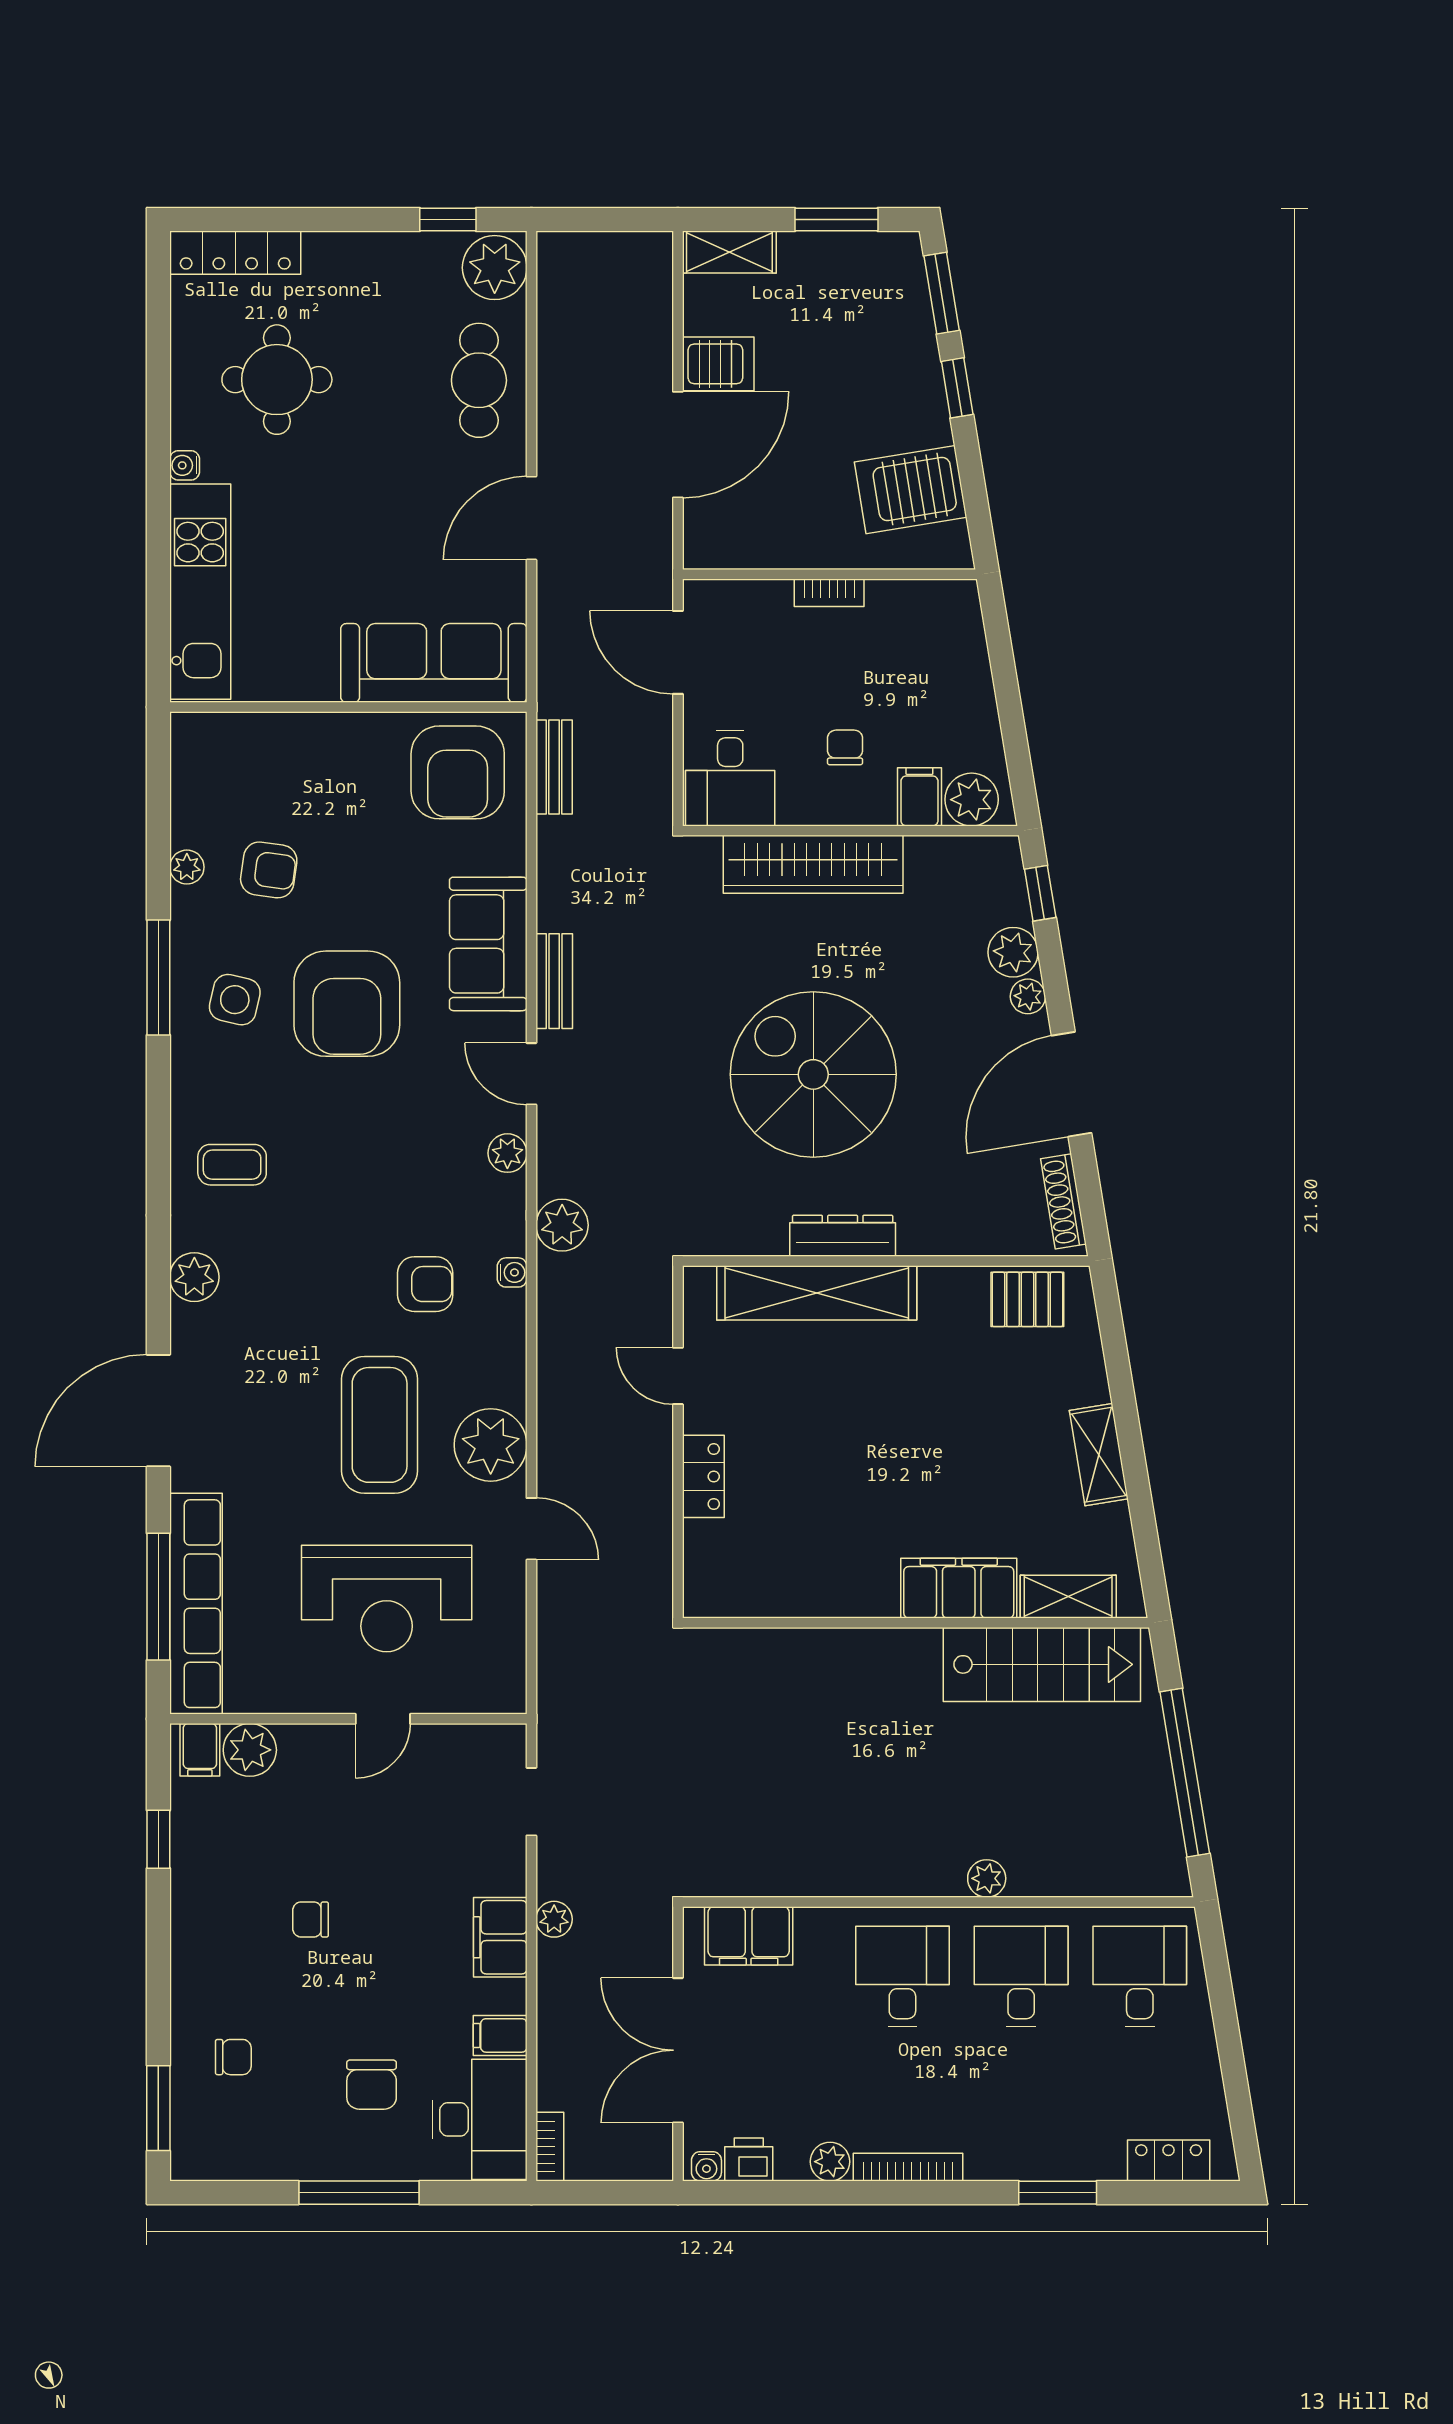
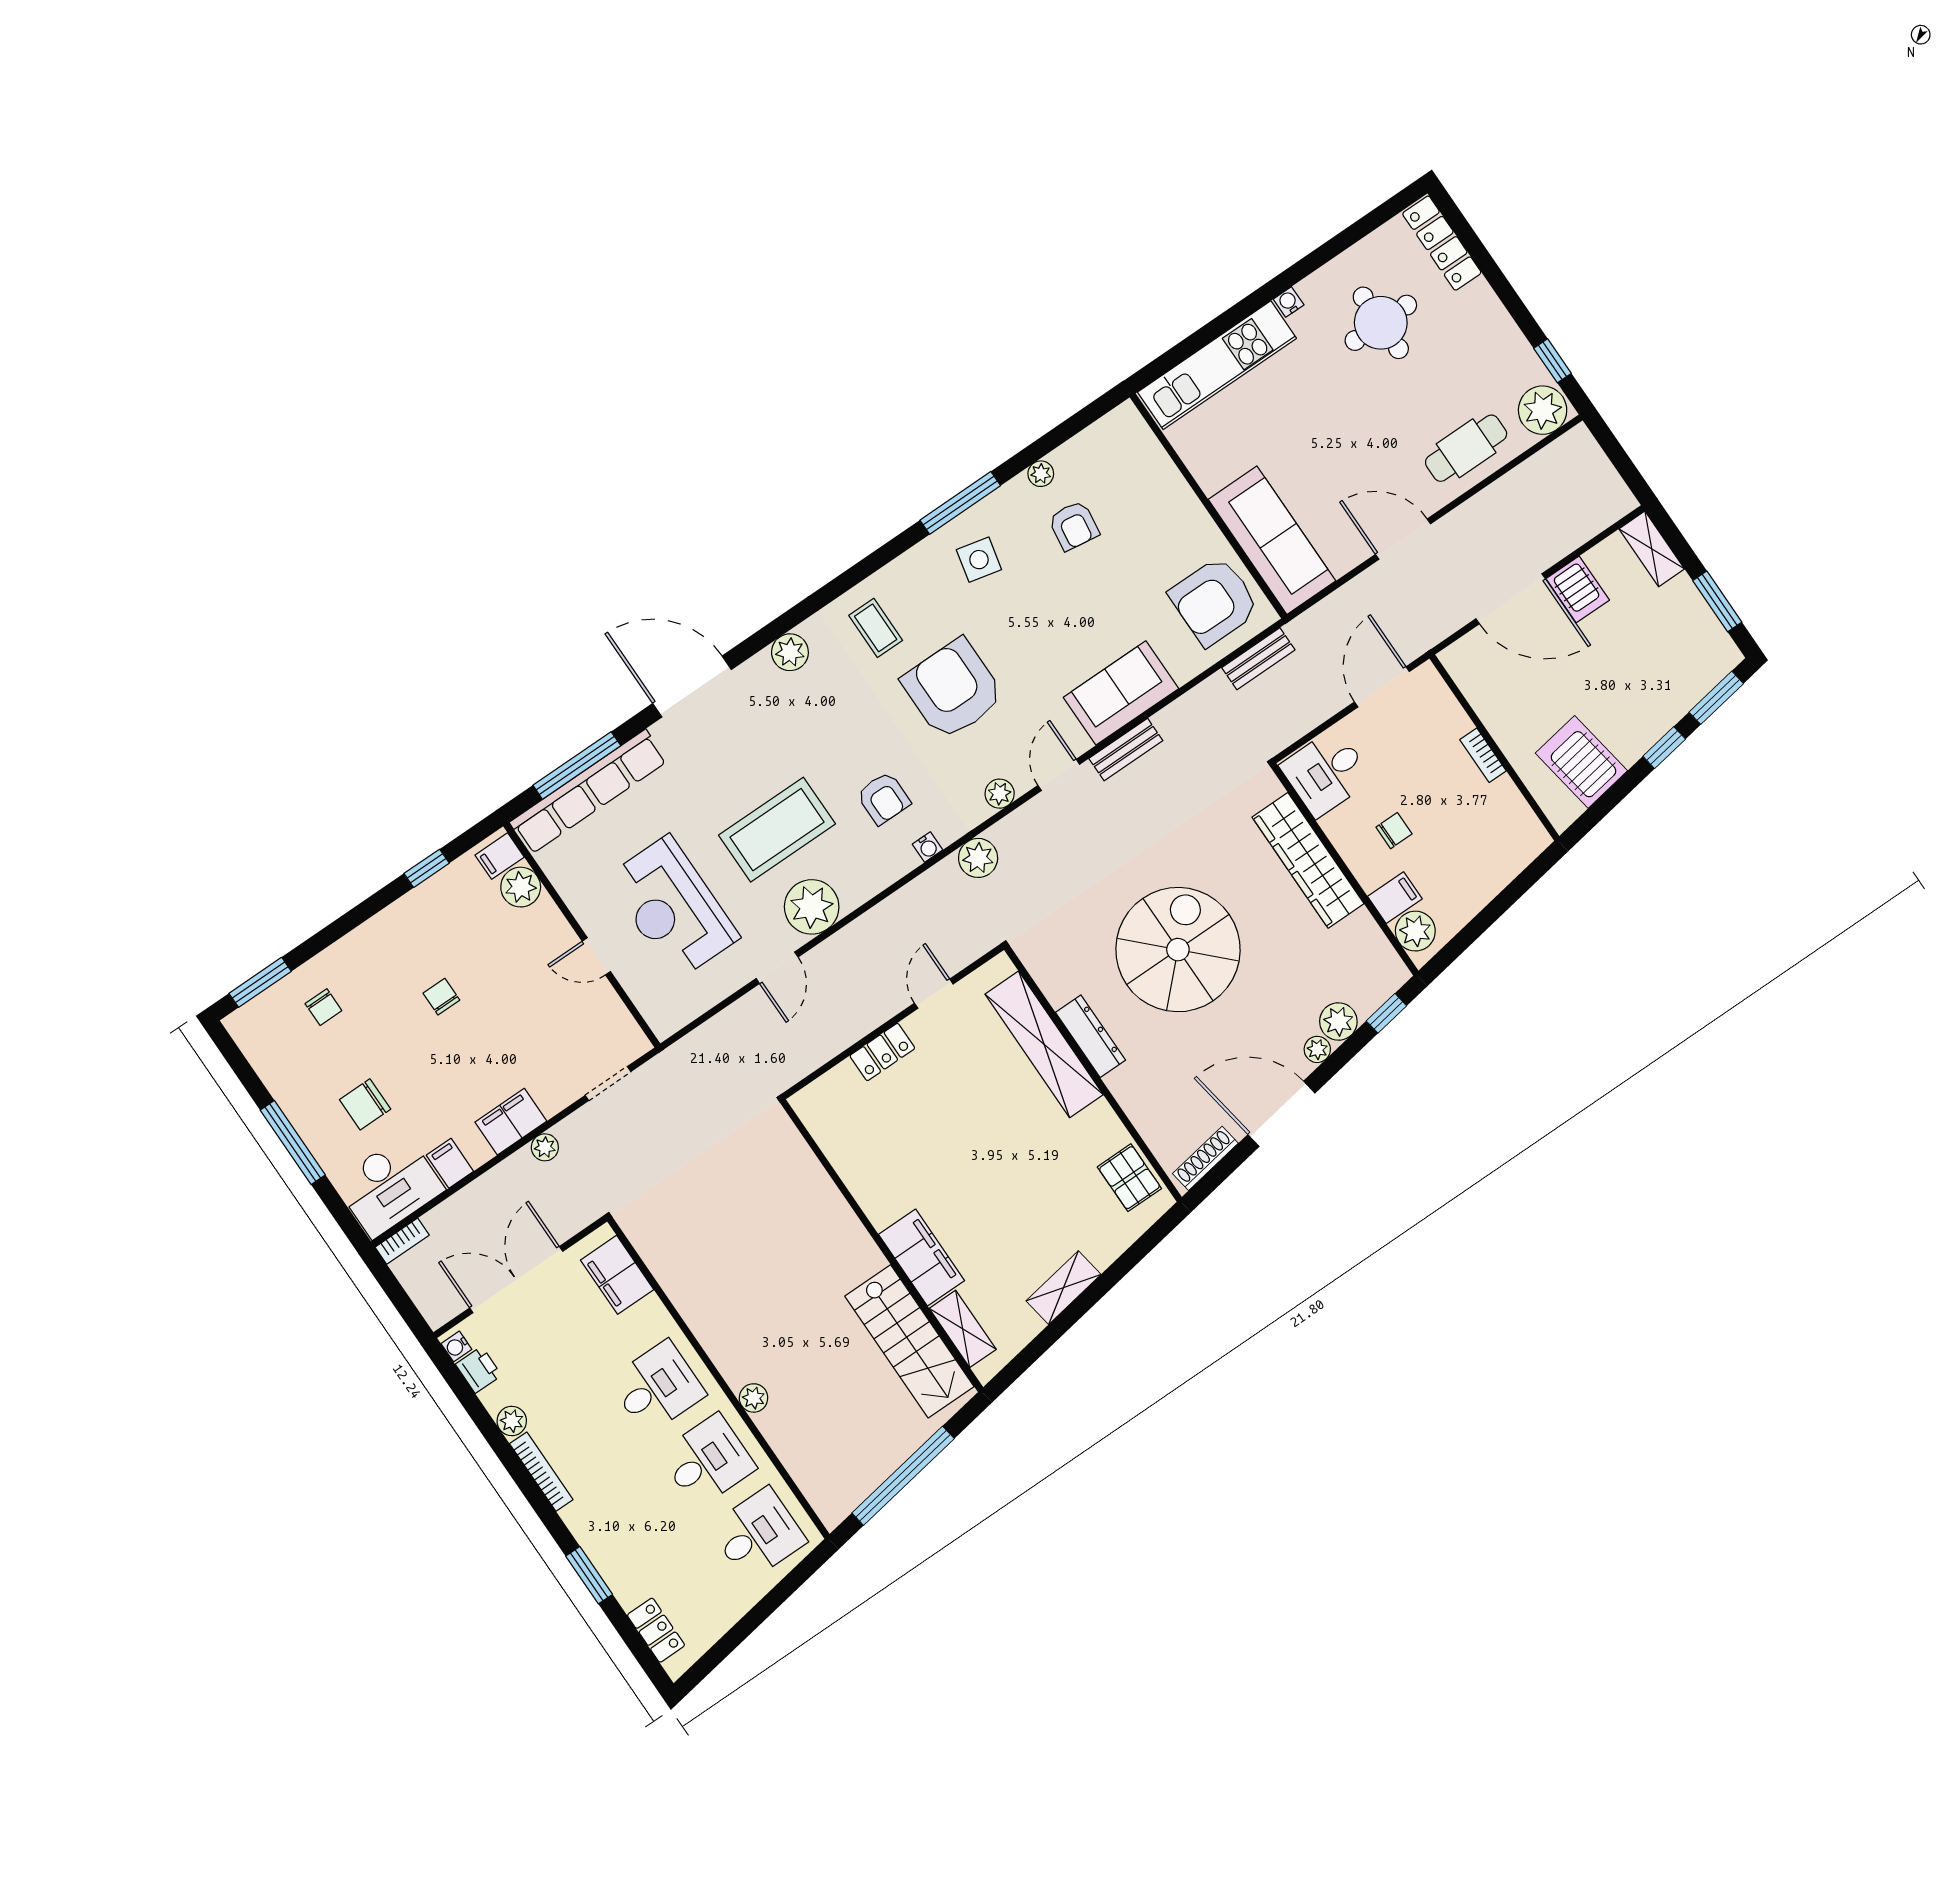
armchair: (347, 1004) -> (953, 689), moved, turned 90

